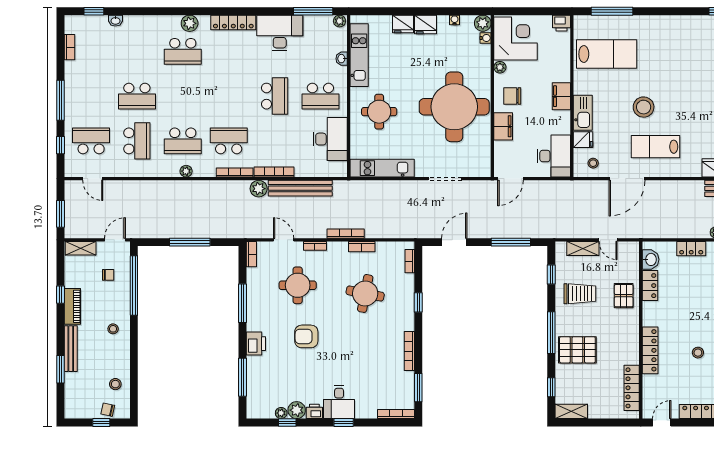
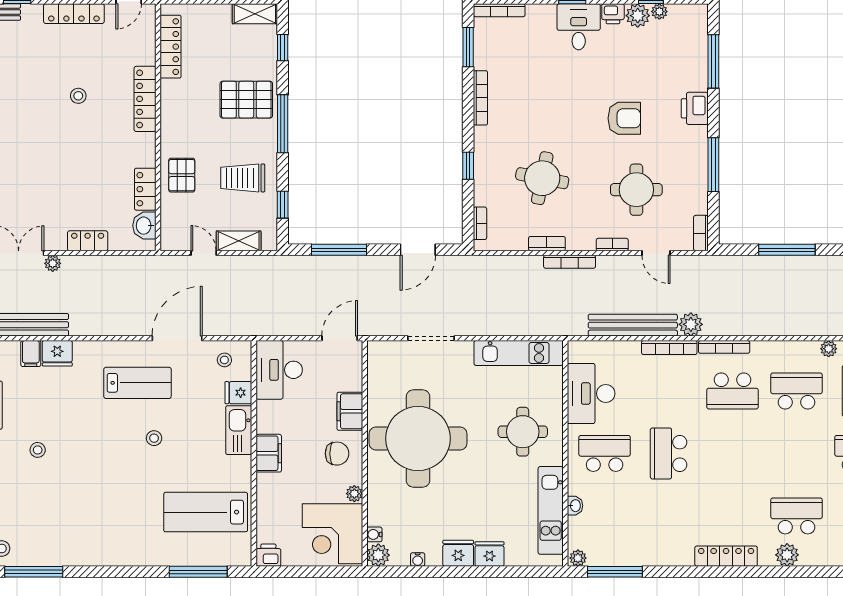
desk: (280, 33) -> (661, 541), removed
stool: (644, 107) -> (154, 438), width x0.53, depth x0.53
plant: (186, 171) -> (829, 349), moved

